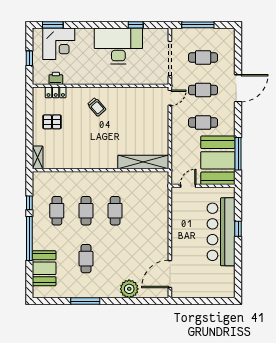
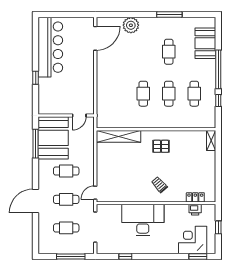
desk: (118, 46) -> (143, 220), moved, turned 180
pallet: (52, 122) -> (161, 146), moved
bar counter: (221, 232) -> (50, 47), moved

